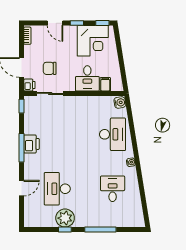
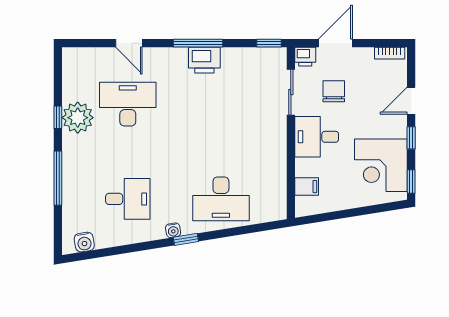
desk: (87, 78) -> (317, 137), moved
water cooler: (120, 102) -> (84, 242), moved
window: (136, 155) -> (186, 239), added

